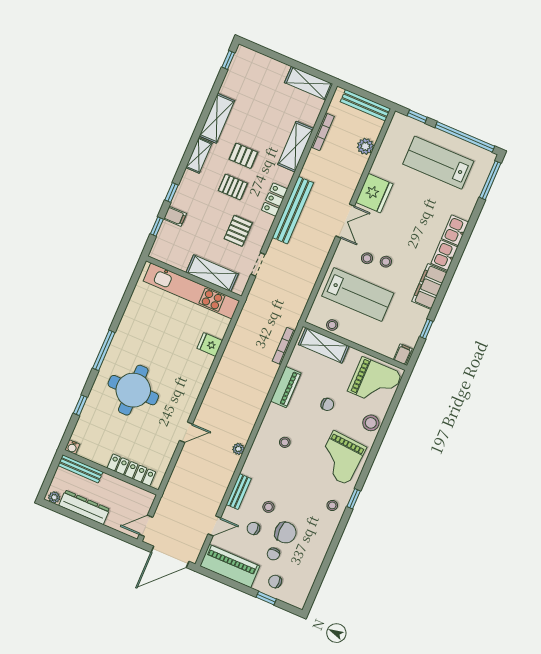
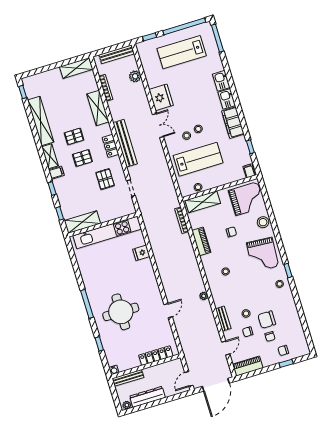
shelving: (217, 118) -> (41, 121), width x1.47
filing cabinet: (175, 216) -> (56, 173), moved
shelving: (212, 273) -> (82, 222), moved
chair: (285, 533) -> (267, 320), turned 180
piano: (230, 566) -> (248, 366), width x0.73, depth x0.75

